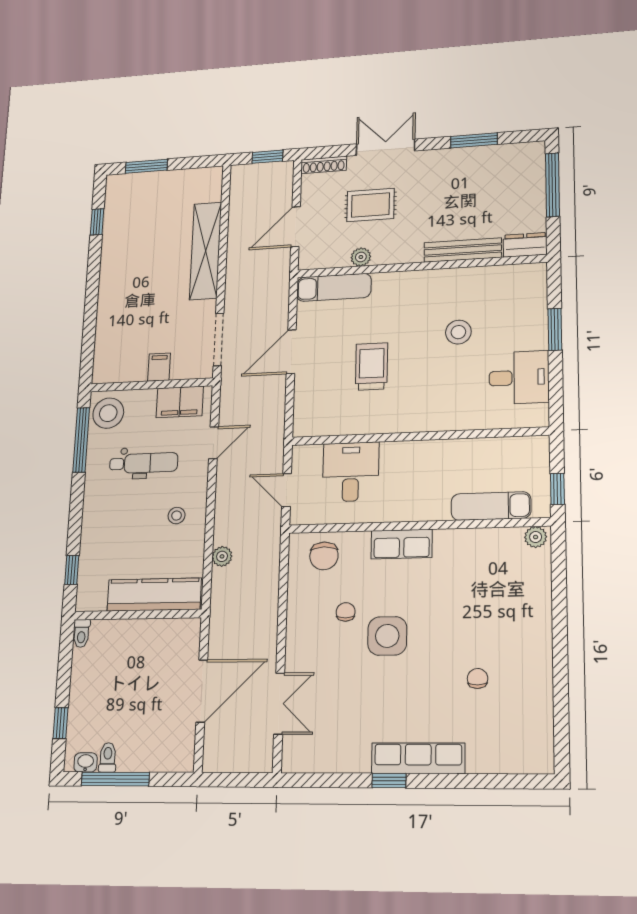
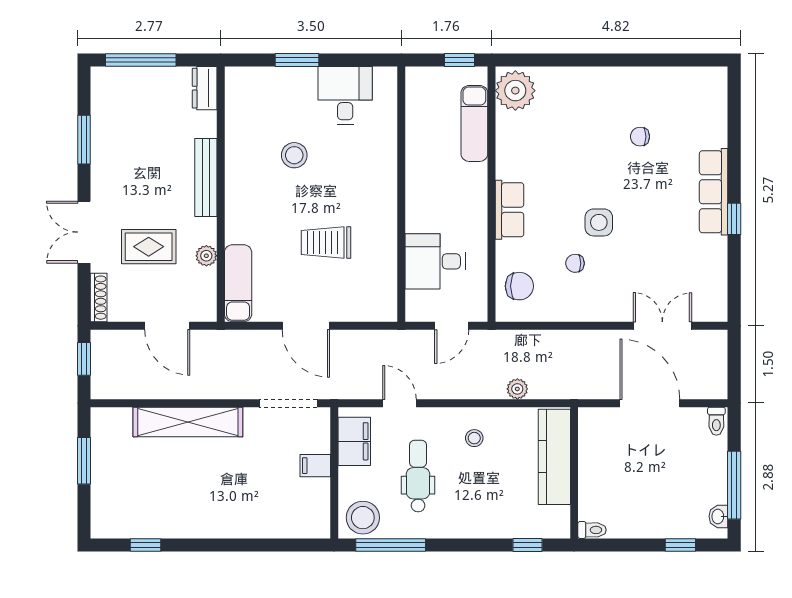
window: (146, 166) -> (84, 461), moved
rug: (371, 205) -> (149, 247), turned 90
bench: (463, 250) -> (206, 177), moved
plant: (536, 537) -> (515, 91), width x1.87, depth x1.87
side table: (387, 636) -> (599, 222), width x0.73, depth x0.73
toilet: (108, 757) -> (716, 421), moved, turned -90

